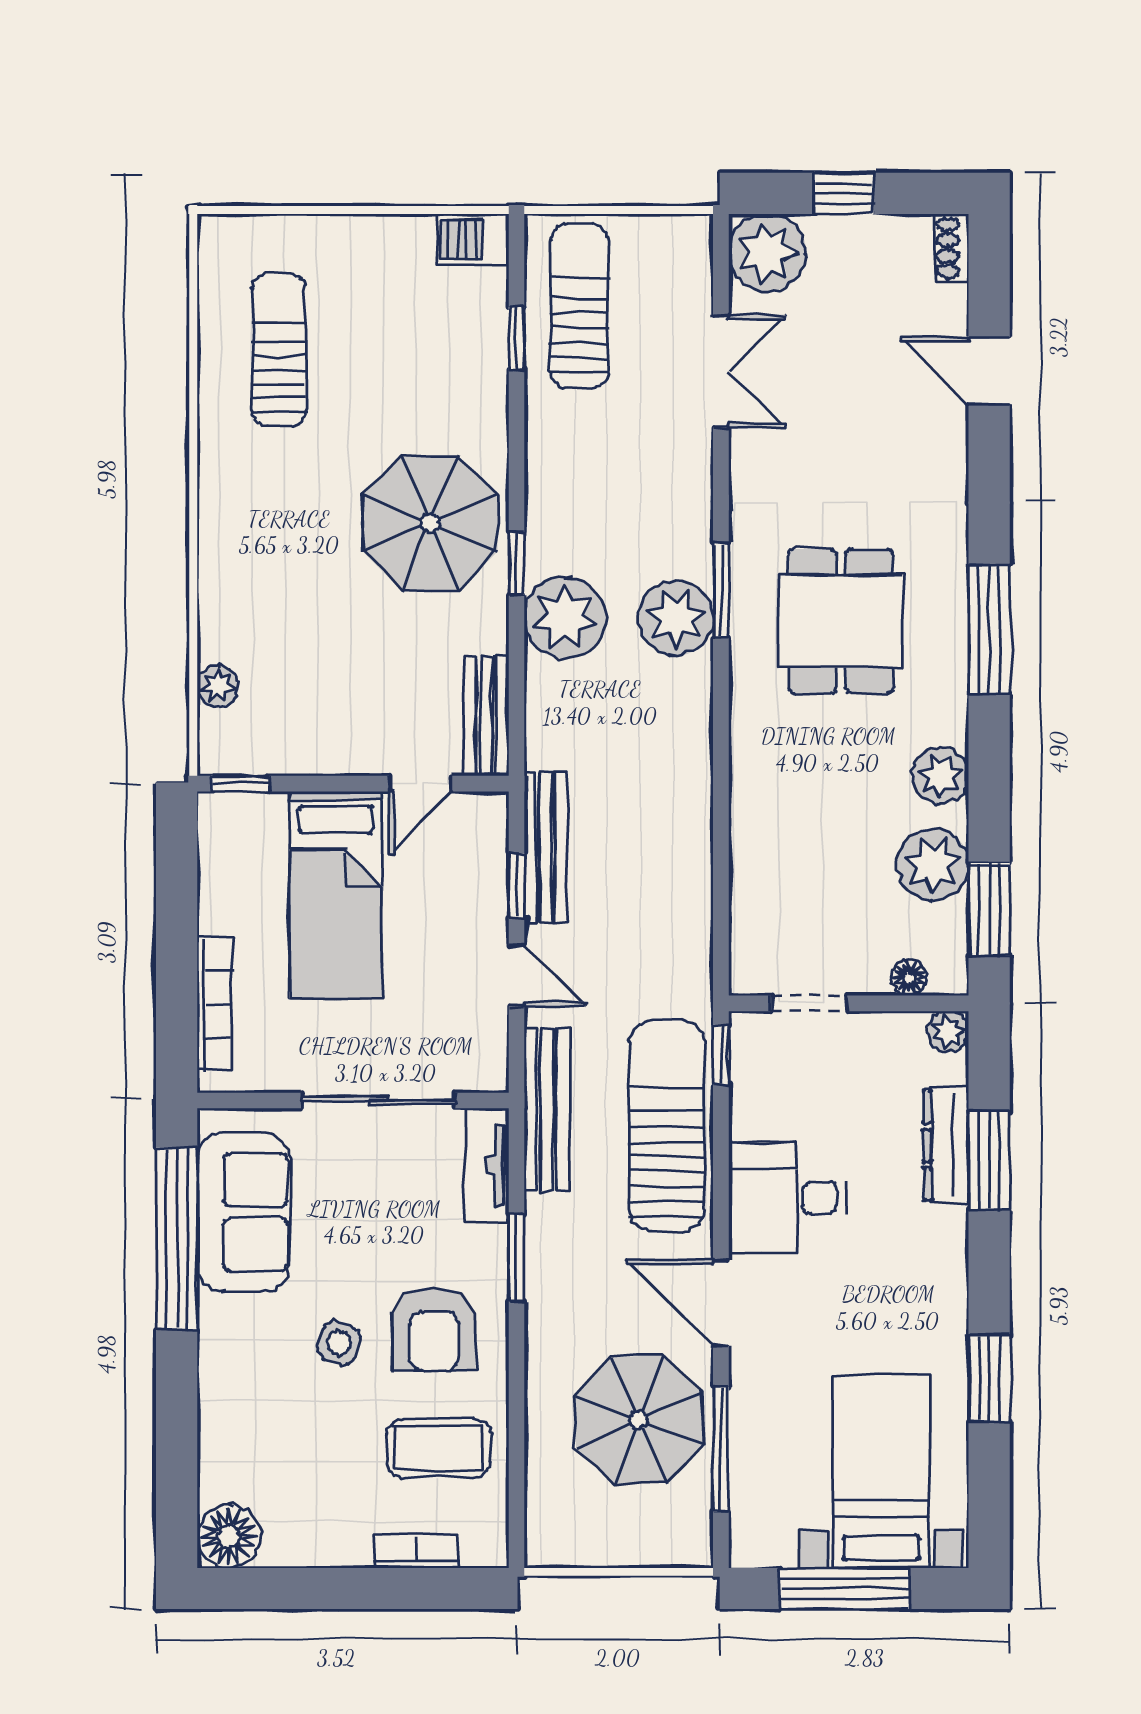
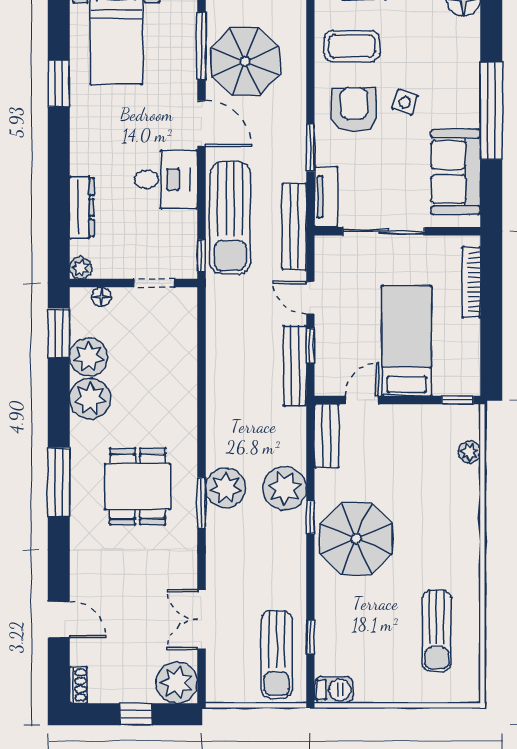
plant: (940, 776) -> (90, 399), width x1.36, depth x1.36
window: (989, 1160) -> (59, 199), removed
window: (177, 1239) -> (491, 111), moved

